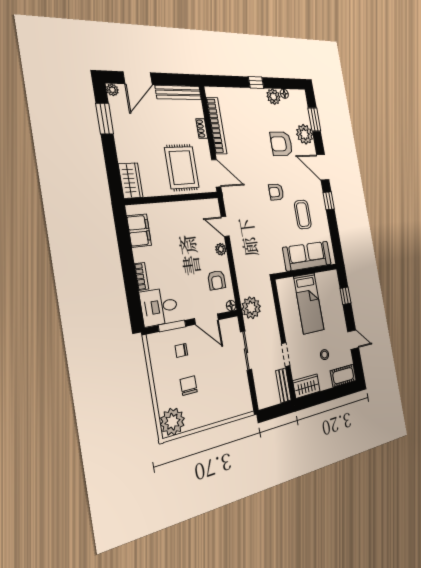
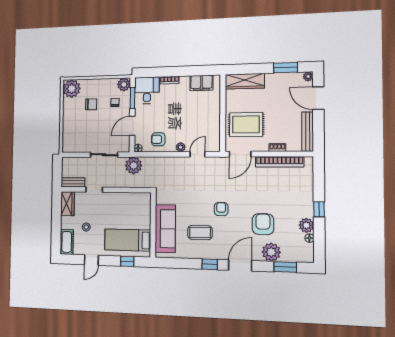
wardrobe: (131, 181) -> (245, 81), width x1.50
bed: (309, 303) -> (128, 240), moved
plant: (156, 343) -> (124, 84), added

